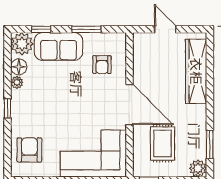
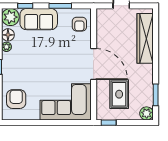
armchair: (102, 65) -> (79, 24), moved

